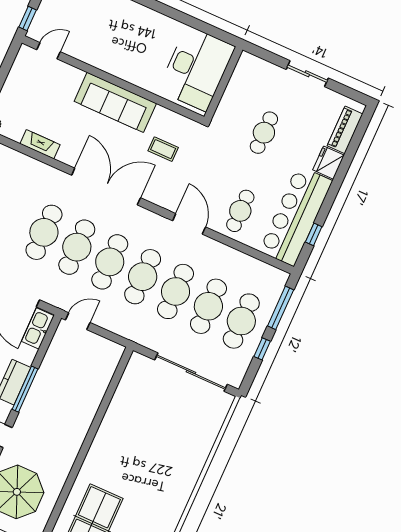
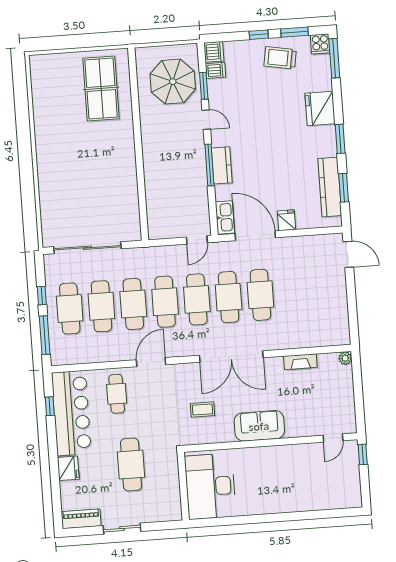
sofa: (115, 102) -> (259, 426), width x0.73
piano: (345, 130) -> (81, 519), moved, turned -90
cafe table: (264, 133) -> (131, 465), width x1.37, depth x1.35
door: (189, 224) -> (151, 362), swing flipped

